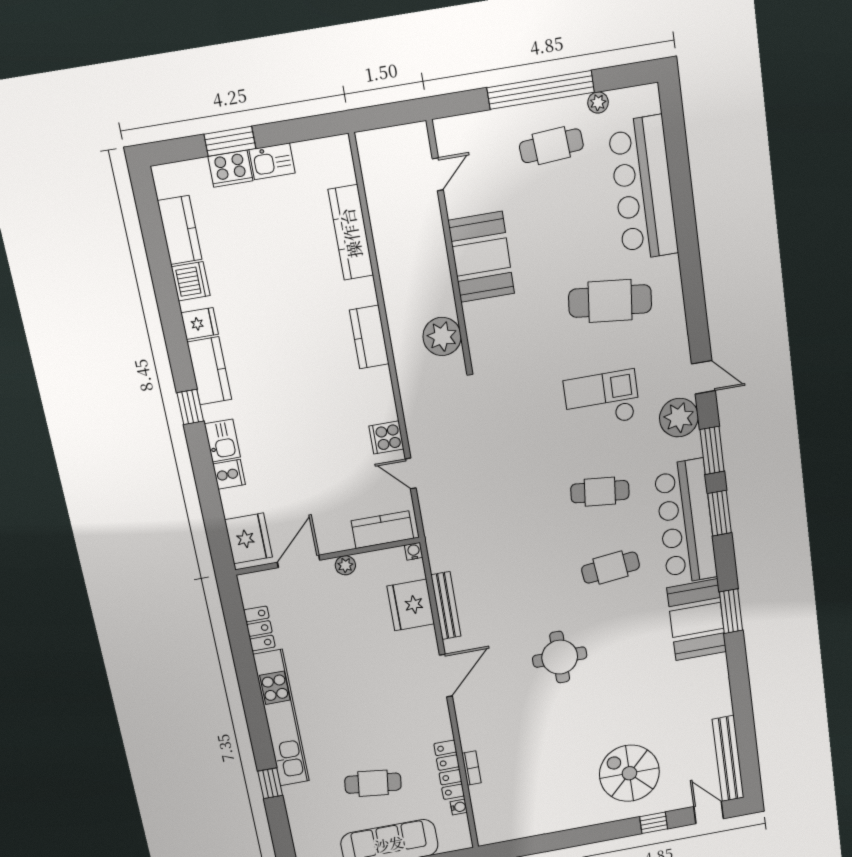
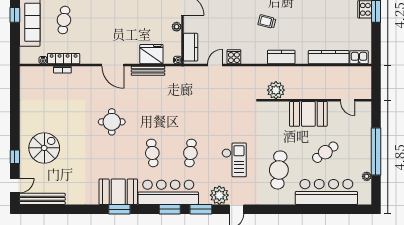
cafe table: (551, 146) -> (325, 152), moved, turned 59
kitchen sink: (272, 161) -> (359, 57), moved, turned 90
trolley: (299, 381) -> (267, 22), added

